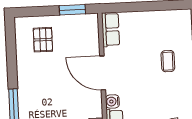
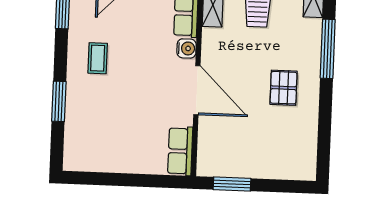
pallet: (43, 40) -> (284, 88), moved
coffee table: (168, 61) -> (98, 58), moved

